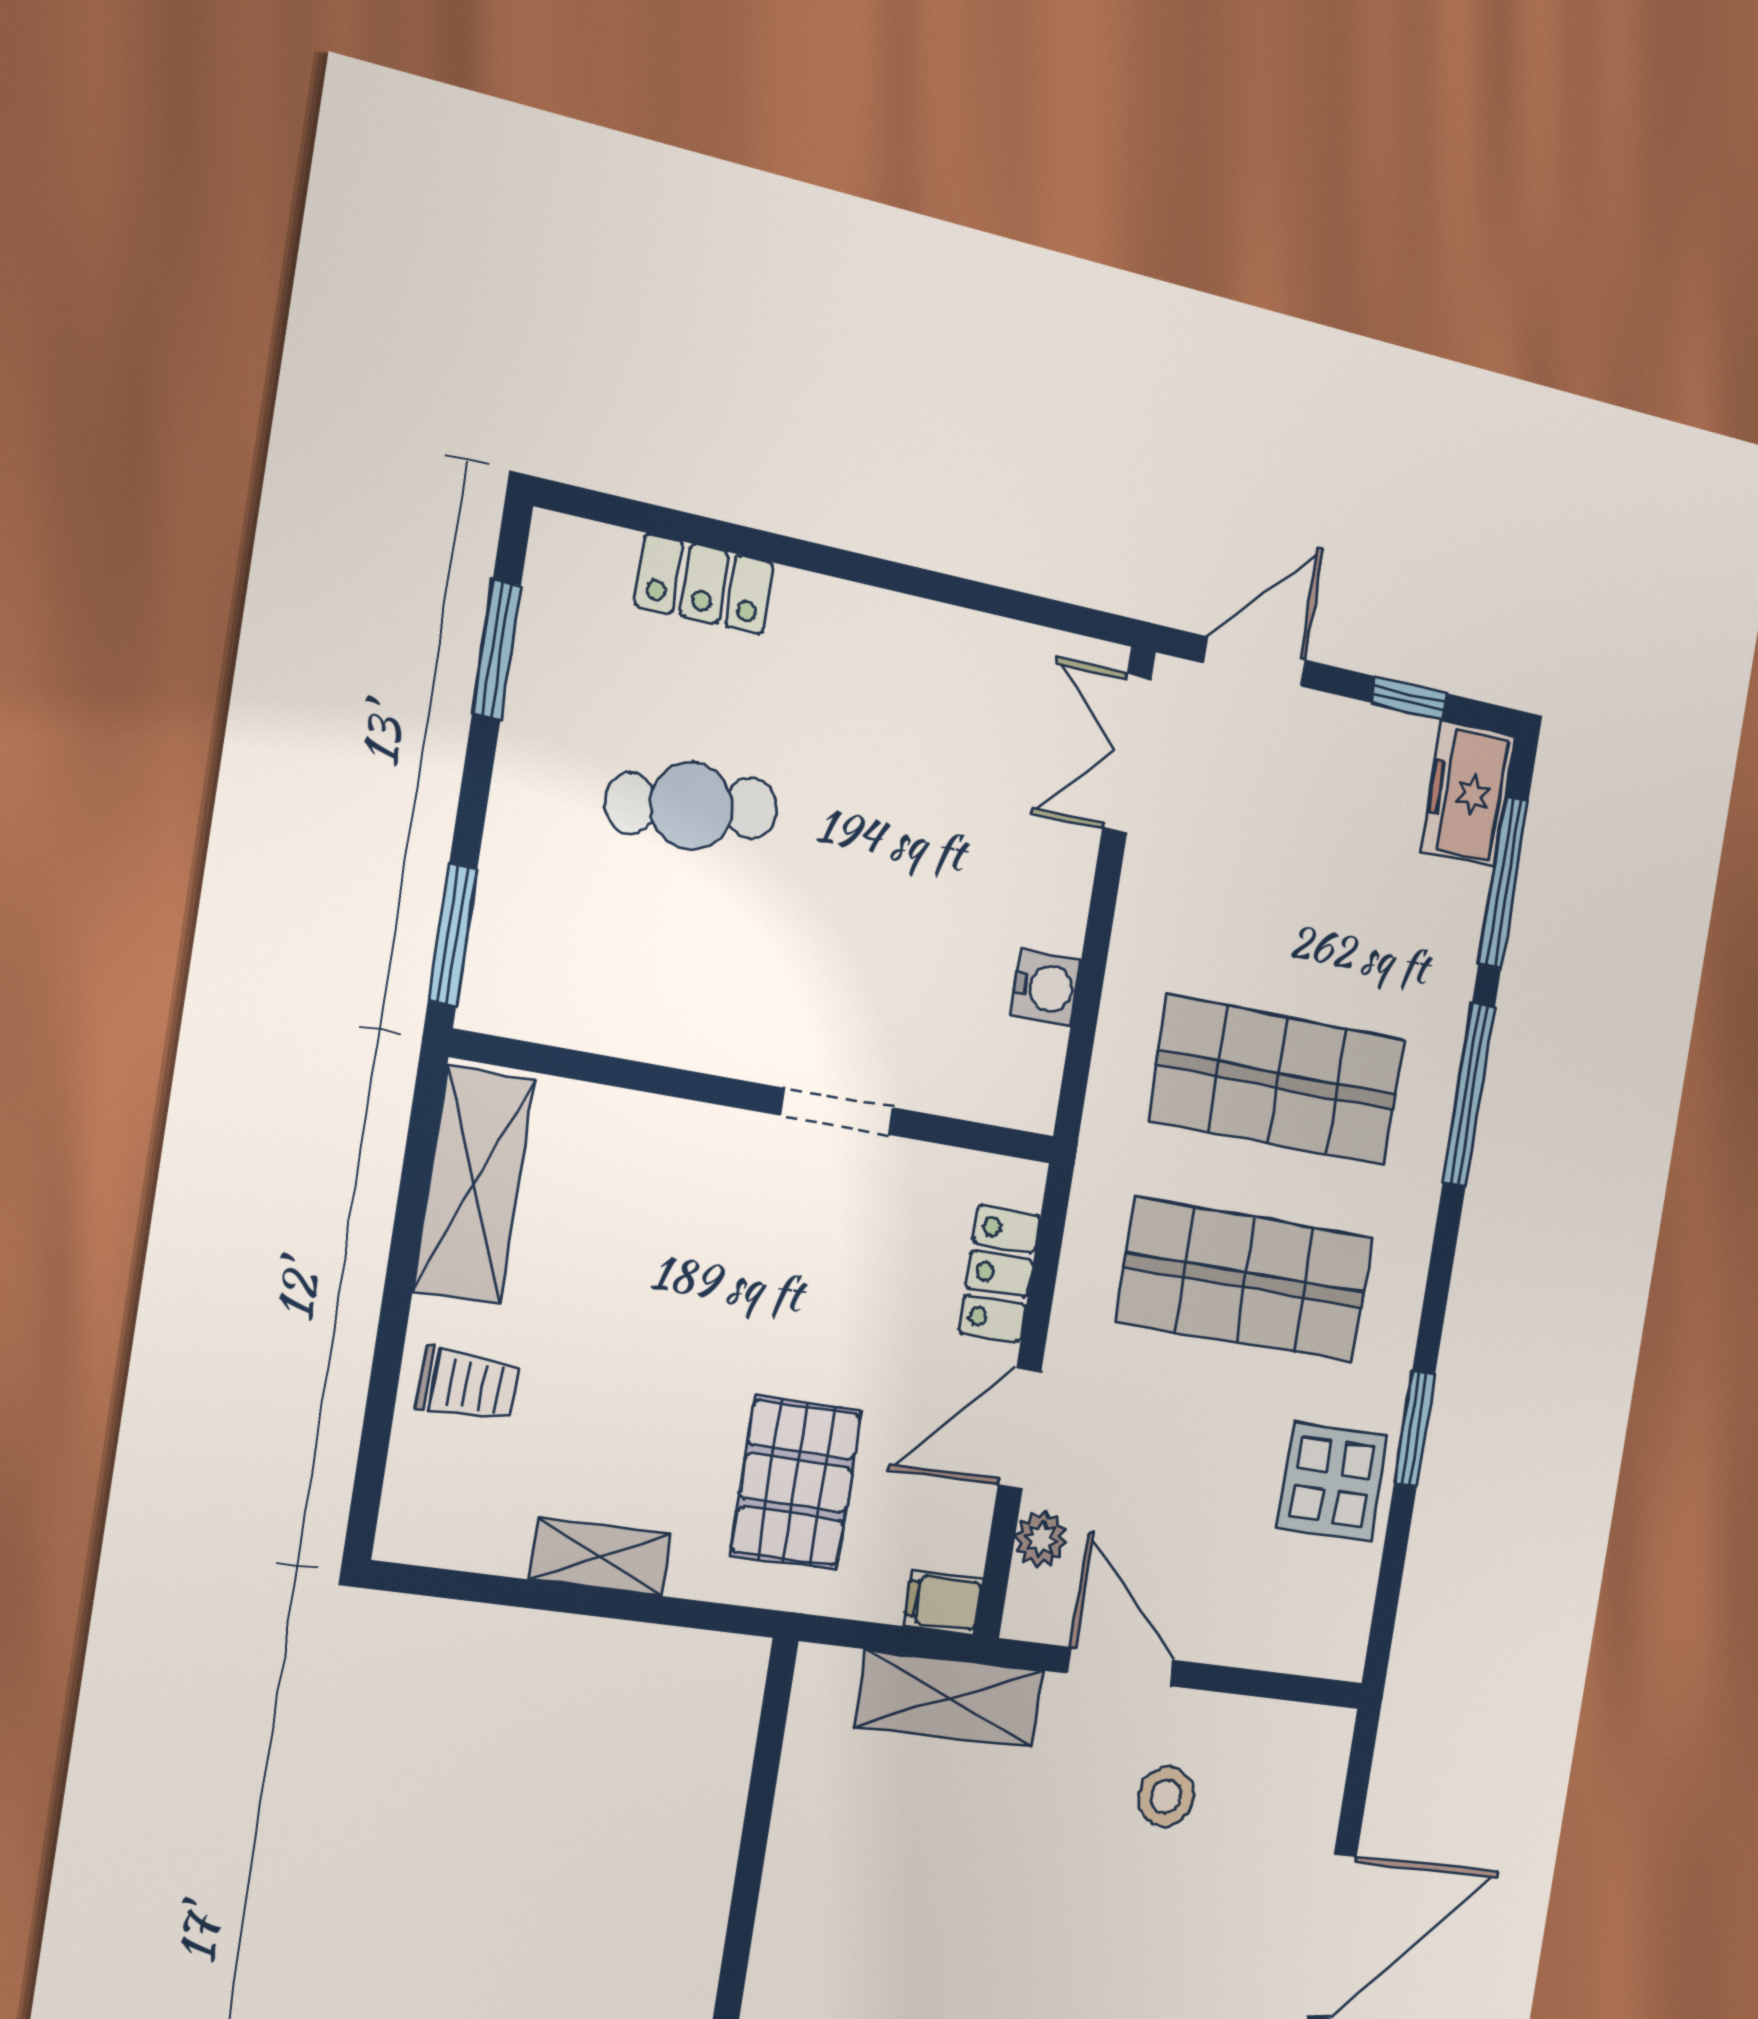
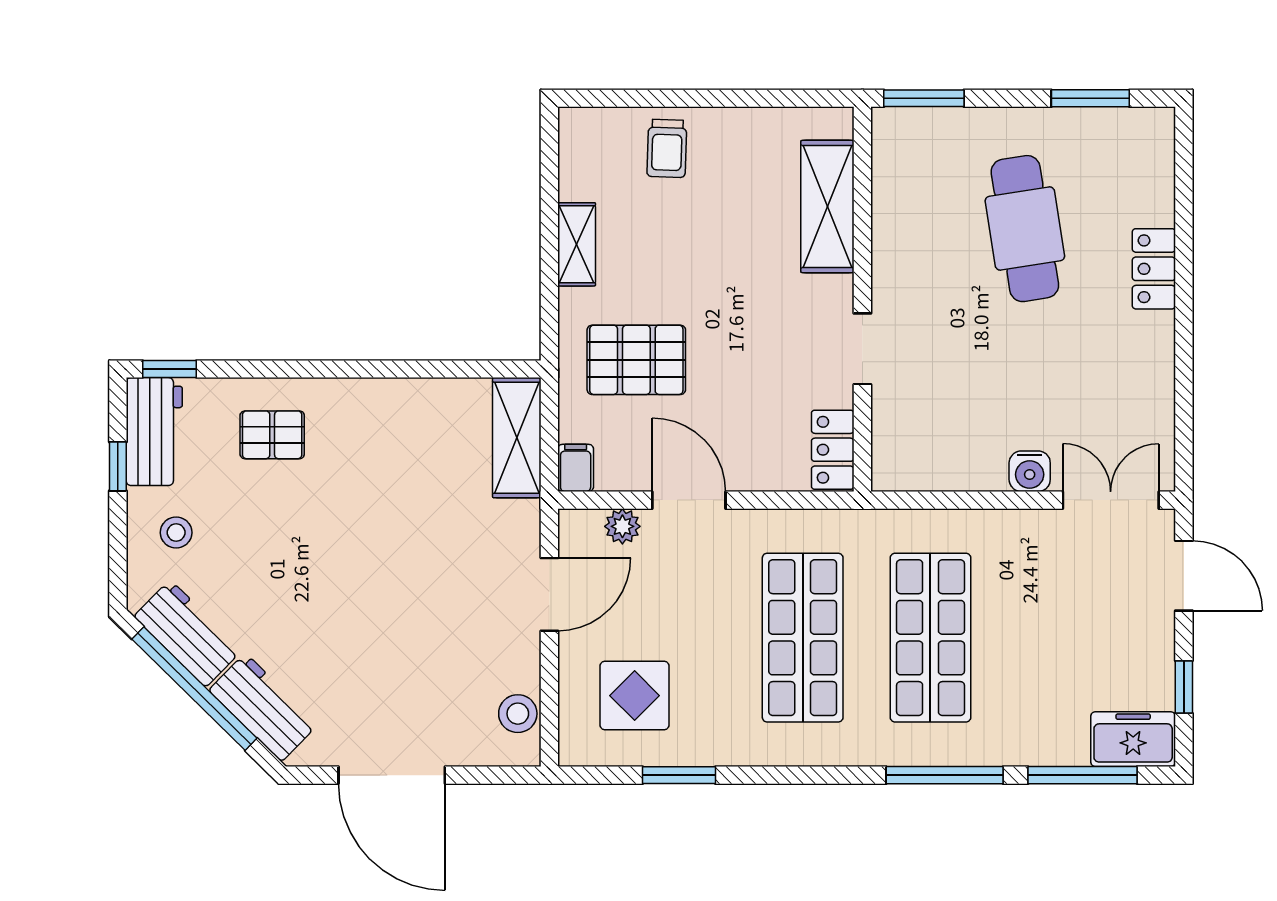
locker: (704, 584) -> (1154, 269), moved
cafe table: (691, 806) -> (1025, 229), width x1.37, depth x1.35
water cooler: (1046, 988) -> (1030, 471), moved
shelving: (474, 1185) -> (827, 206), moved, turned 90
locker: (999, 1274) -> (833, 450), moved, turned -90
window: (1415, 1429) -> (679, 775), moved
display table: (1332, 1482) -> (635, 696), moved
shelving: (950, 1698) -> (517, 438), moved
stool: (1166, 1797) -> (518, 714), moved

